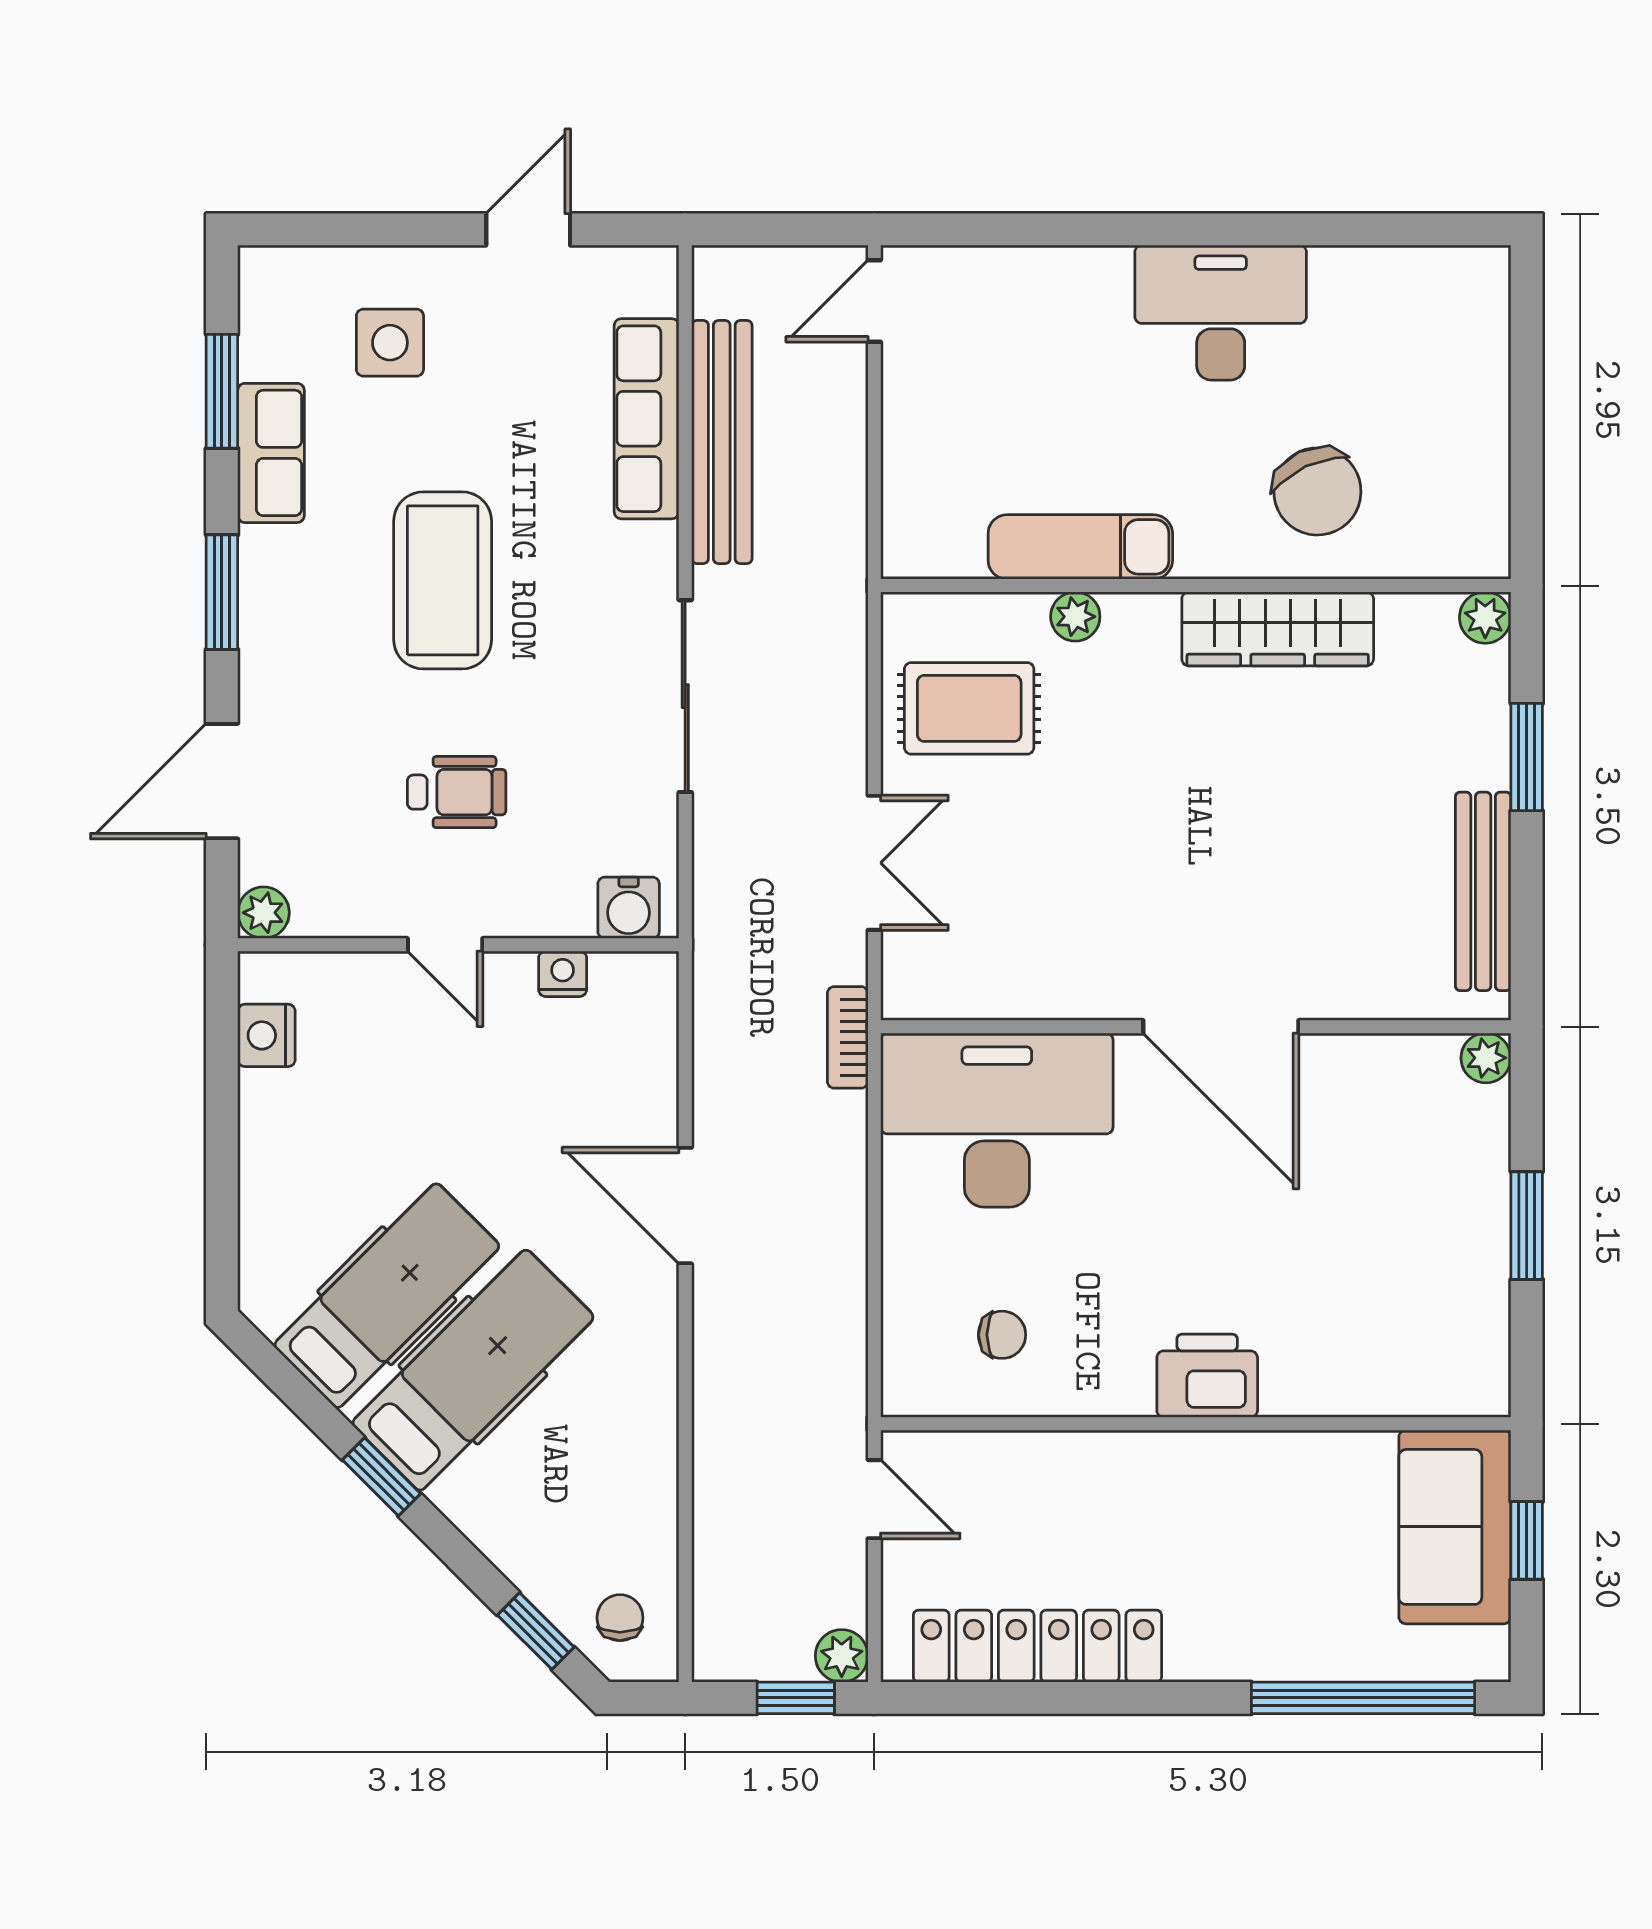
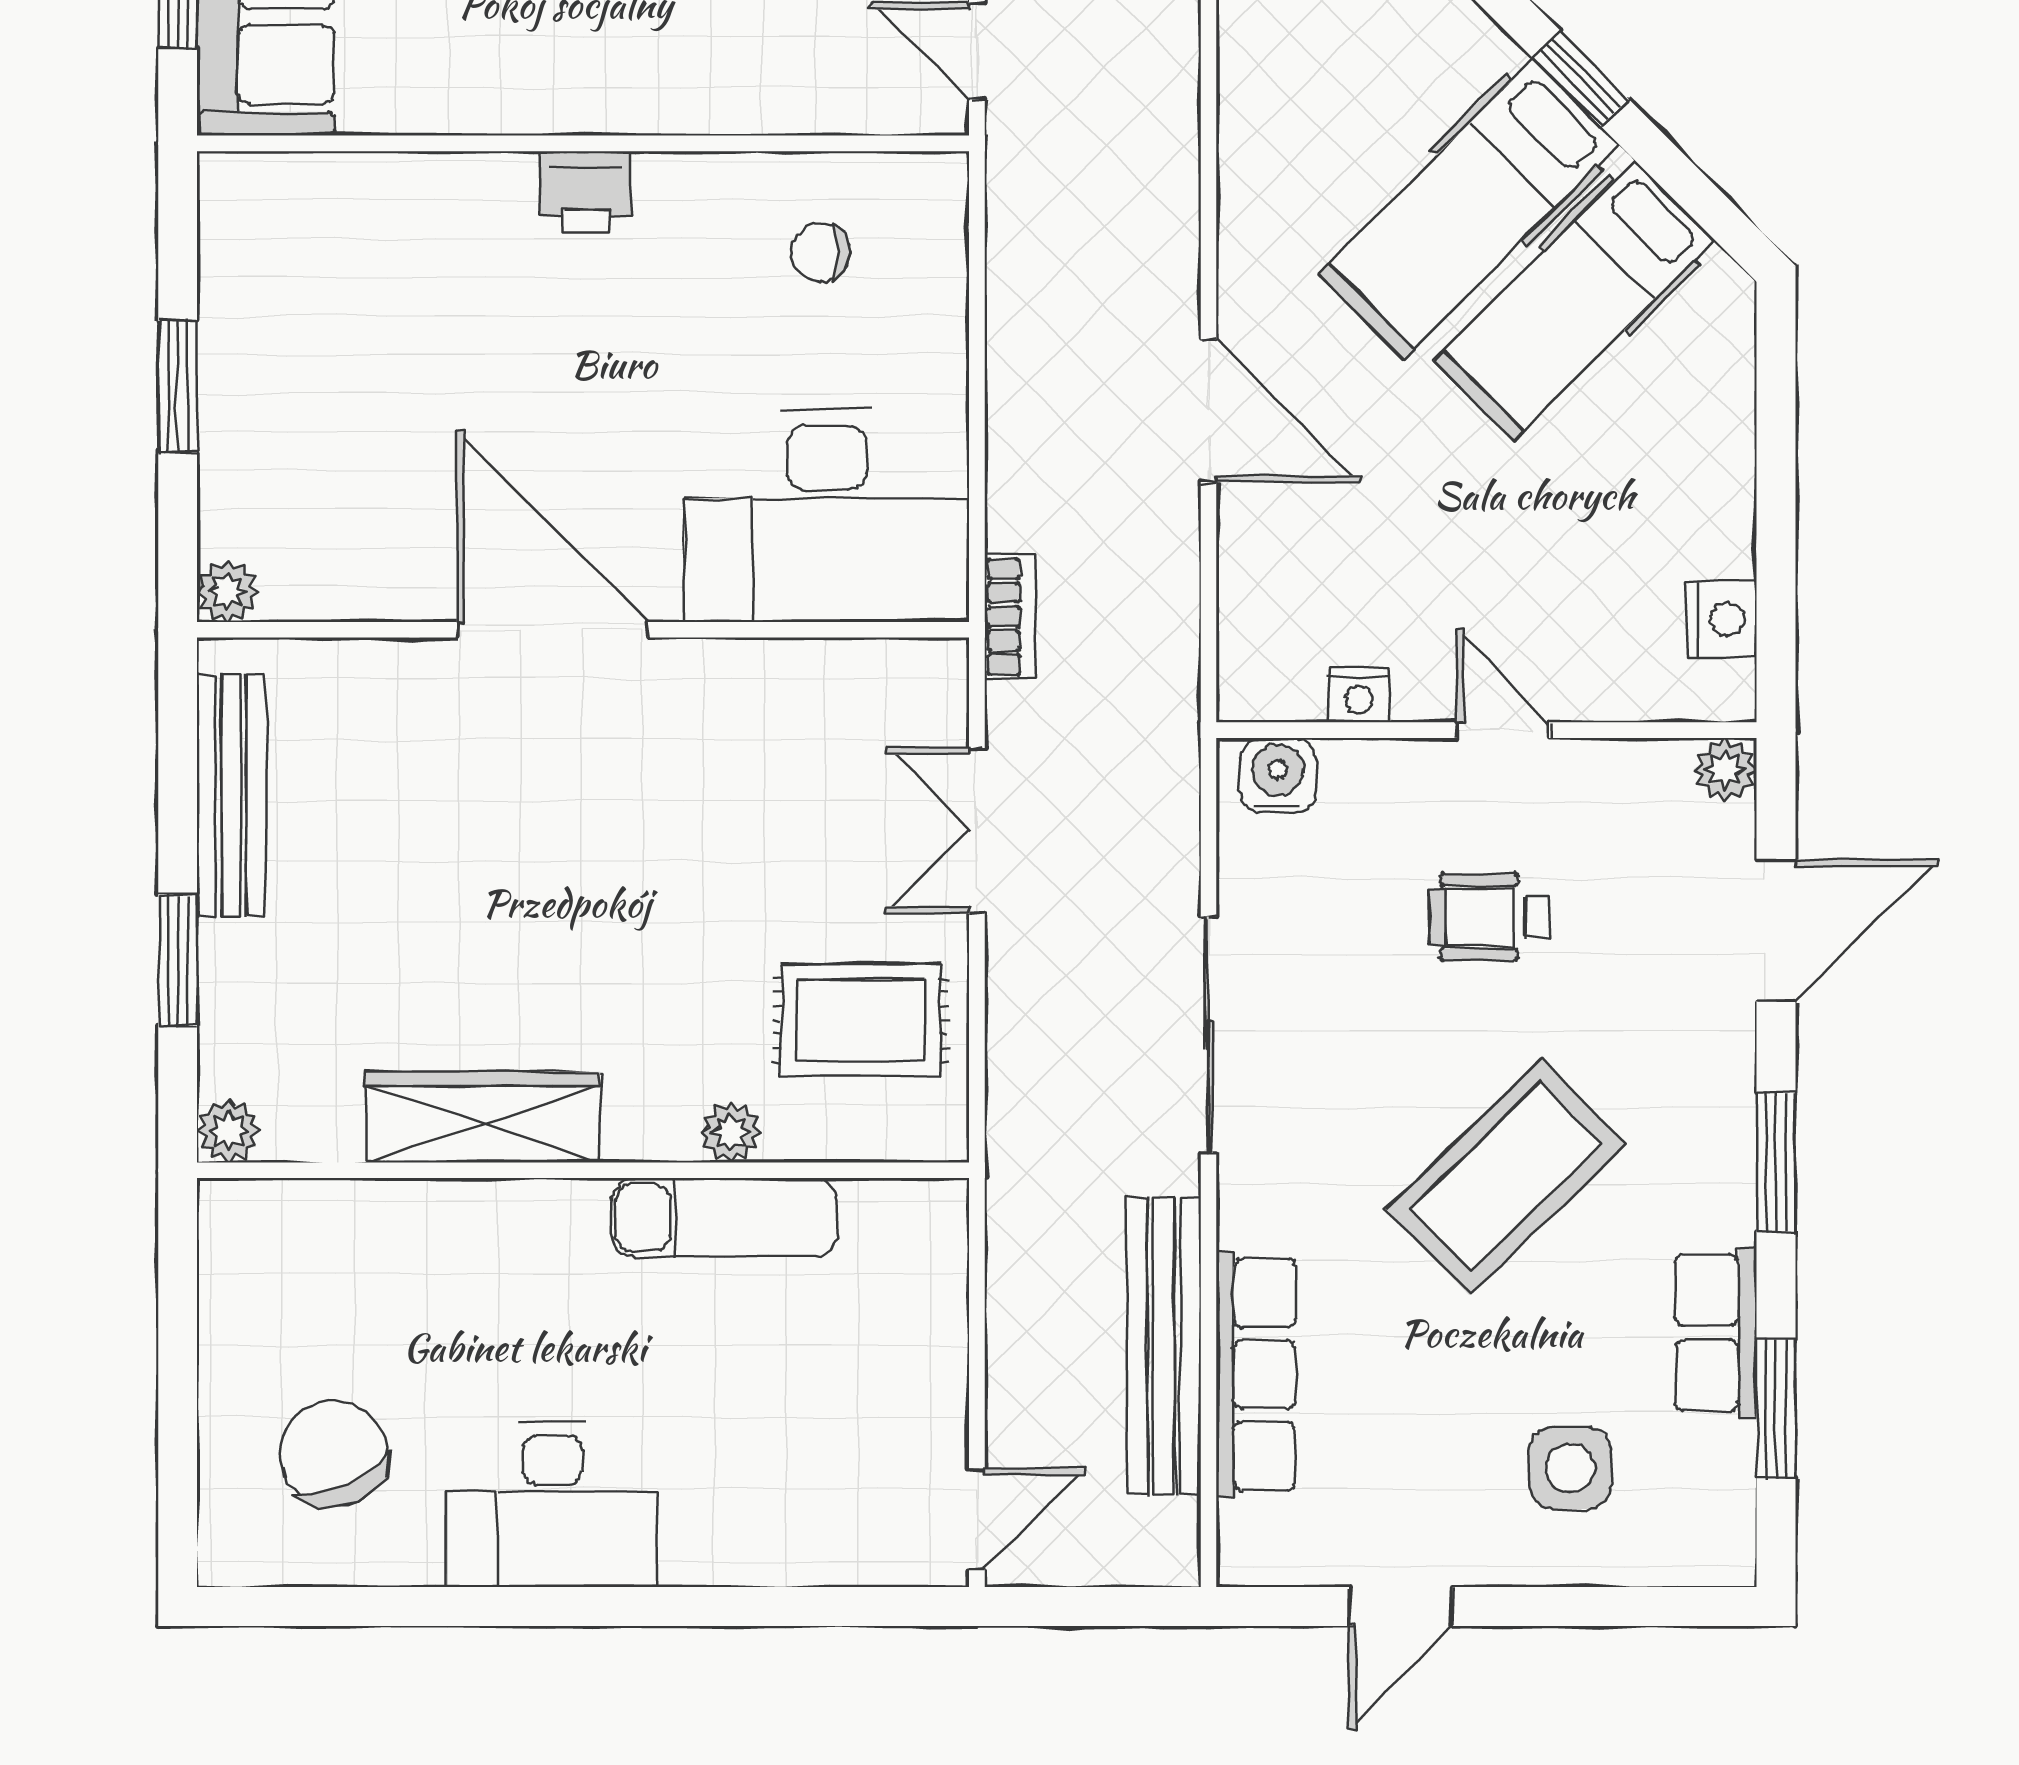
chair: (1317, 491) -> (333, 1454), moved
coffee table: (443, 580) -> (1506, 1177), turned 46
printer: (1207, 1376) -> (586, 192), width x0.73, depth x0.81

